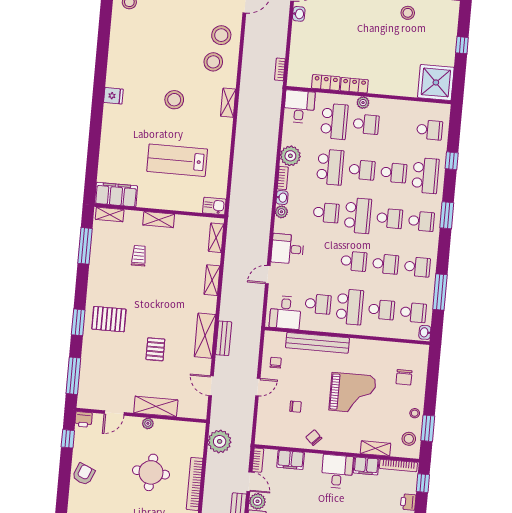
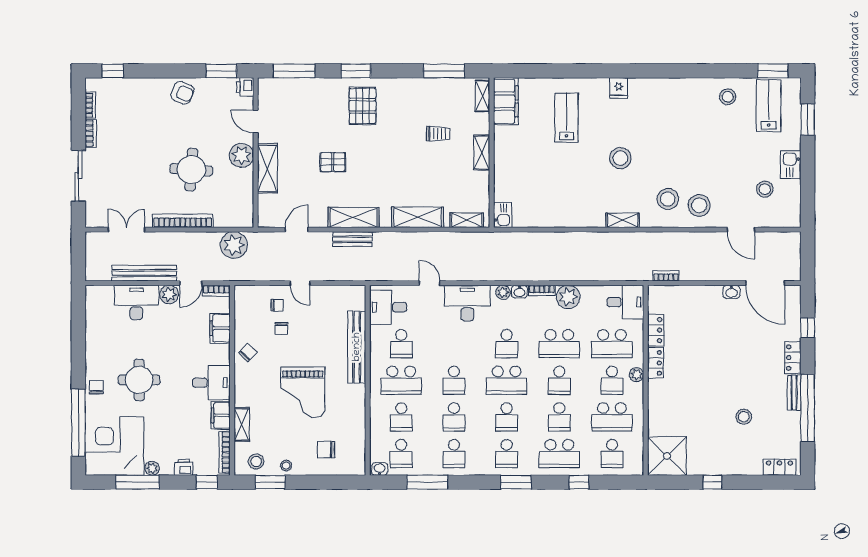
school desk: (398, 127) -> (612, 417), added
lab bench: (177, 160) -> (566, 118), moved, width x0.73, depth x0.72
desk: (288, 249) -> (467, 303), width x1.37
shelving: (212, 280) -> (418, 217), width x1.50, depth x1.33
chair: (276, 363) -> (277, 305), moved
plant: (148, 423) -> (241, 155), width x1.88, depth x1.88
window: (68, 439) -> (221, 71), width x1.50

